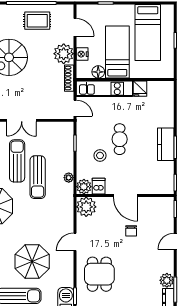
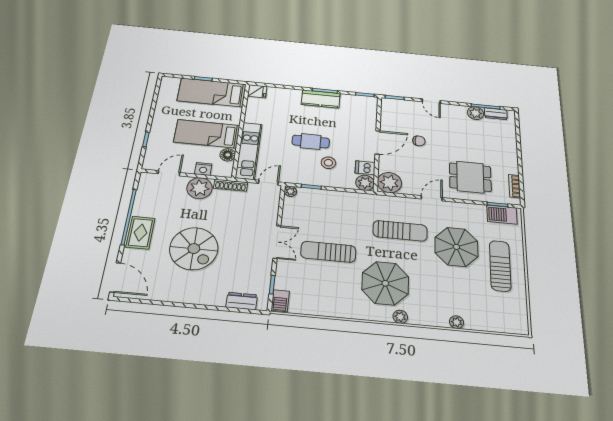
rug: (37, 21) -> (140, 233), moved
bed: (148, 33) -> (212, 92), moved, turned 180
fridge: (140, 89) -> (257, 91), moved
sun lounger: (38, 177) -> (400, 231), moved
plant: (69, 178) -> (290, 191), moved
door: (75, 242) -> (432, 198), swing flipped

